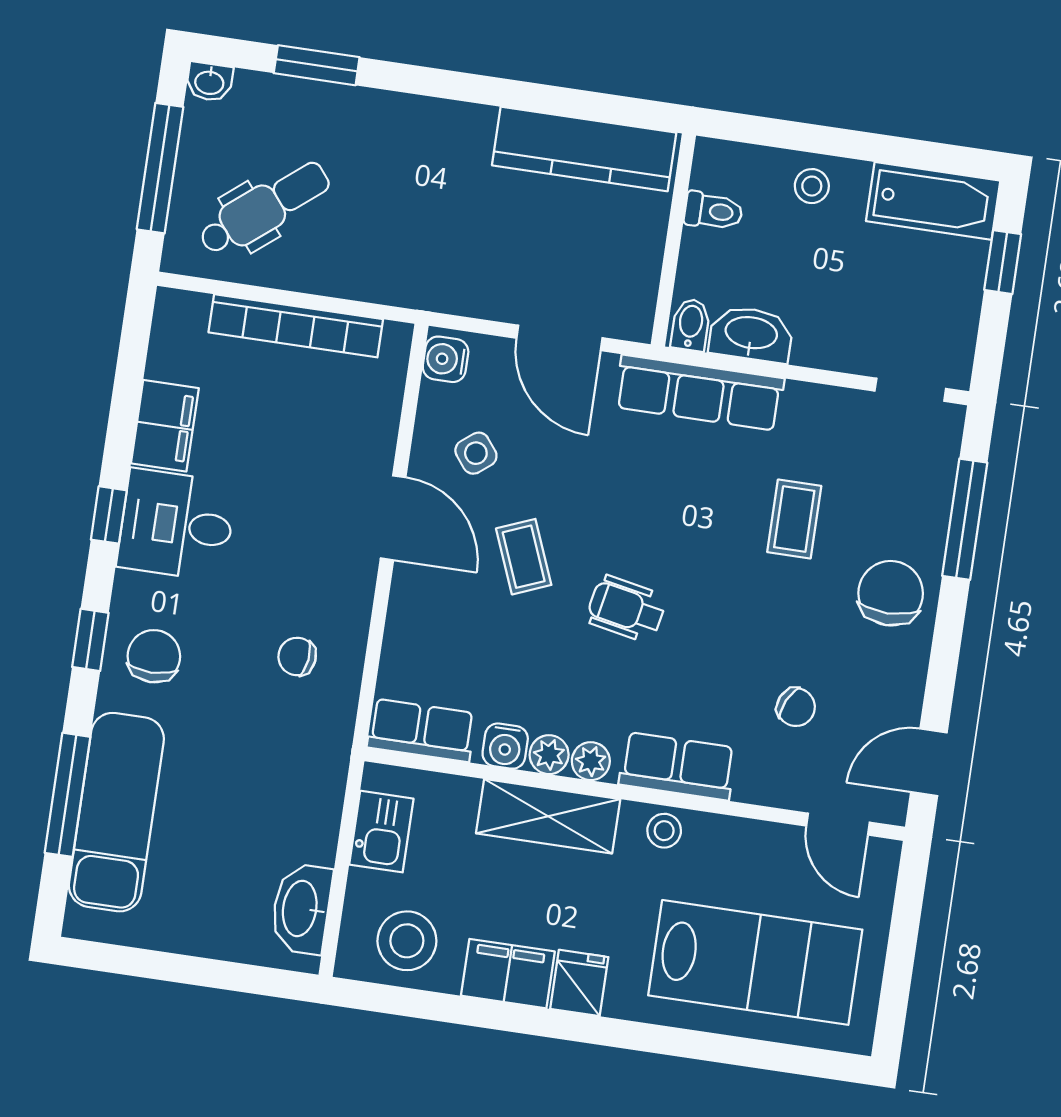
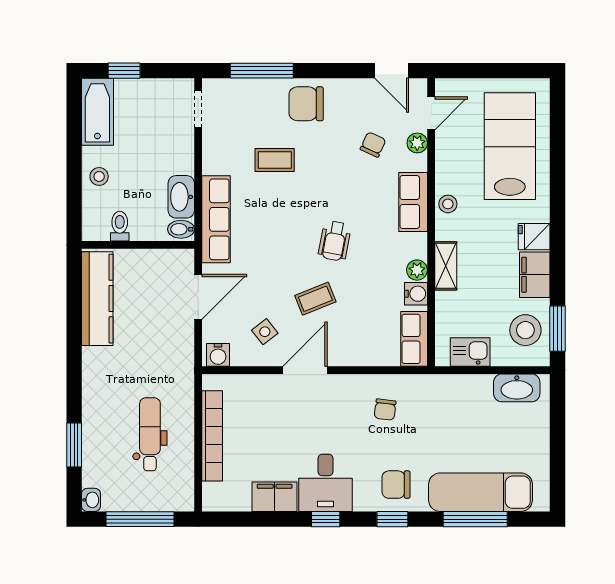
dental chair: (264, 208) -> (150, 434), moved, turned 39
plant: (591, 761) -> (417, 143), moved
shelving: (548, 816) -> (446, 266), width x0.67, depth x0.75
window: (401, 1001) -> (558, 329), added

